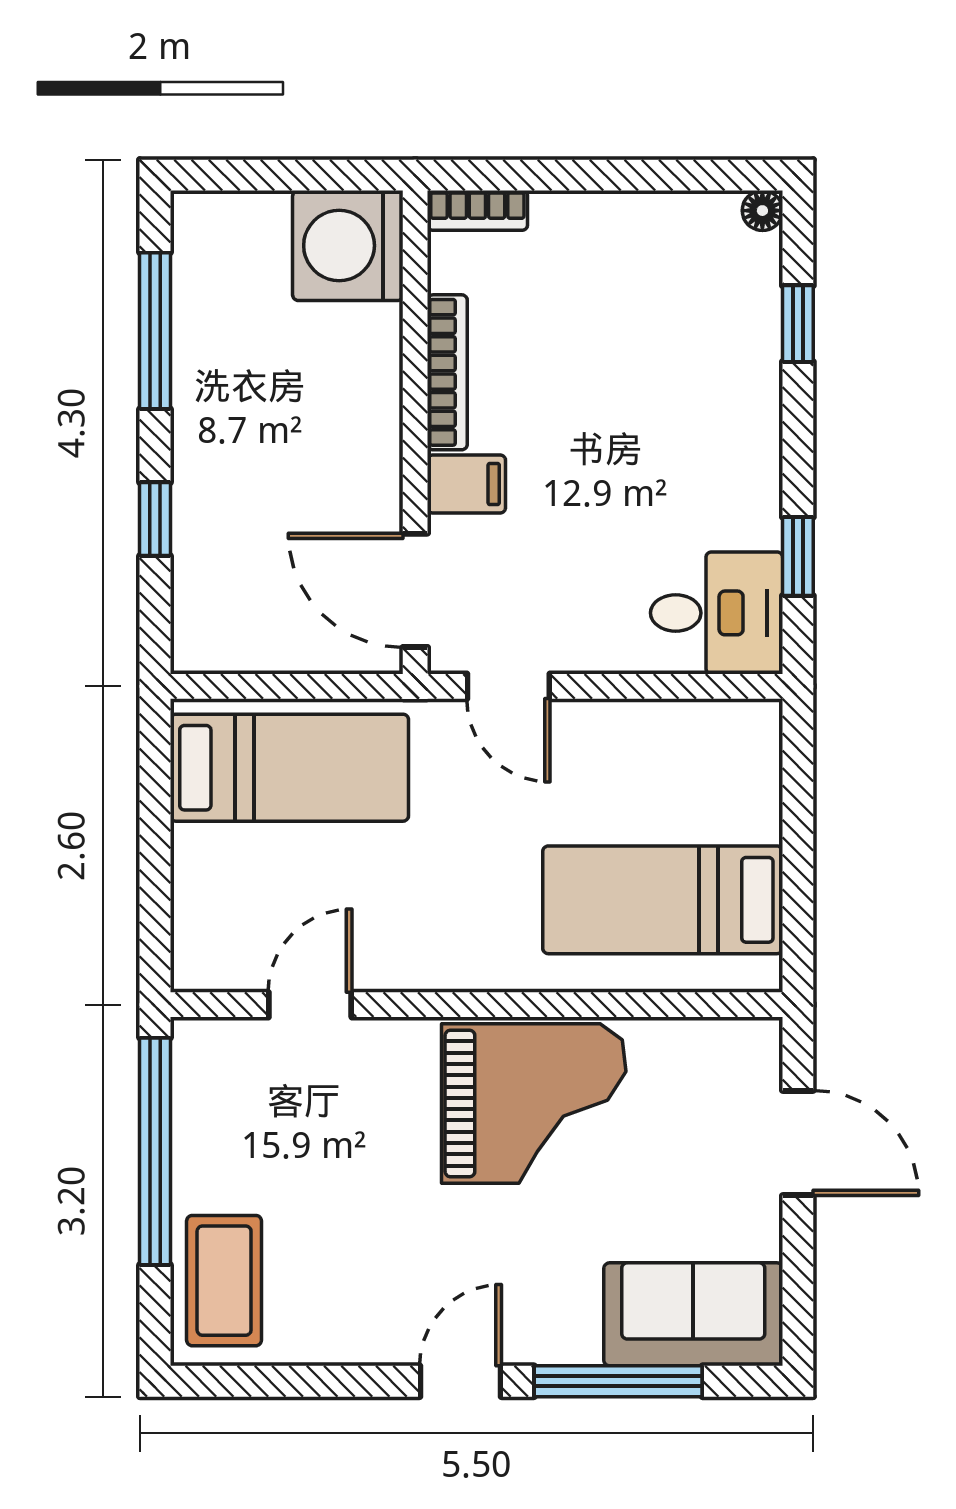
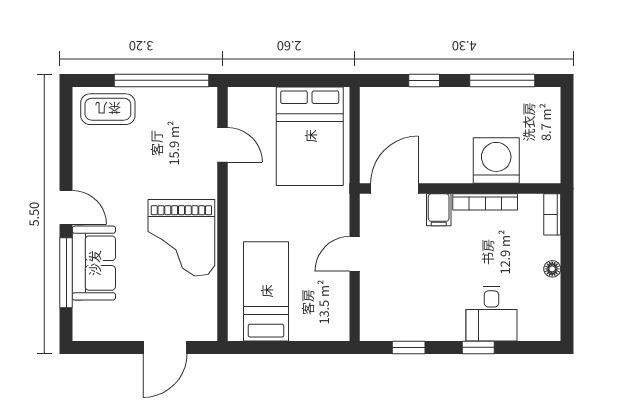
floor lamp: (762, 211) -> (552, 269), moved
washing machine: (348, 246) -> (496, 161), moved
window: (798, 324) -> (478, 347), moved
desk: (717, 613) -> (491, 314), moved
door: (508, 686) -> (355, 254), moved
bed: (289, 768) -> (310, 136), width x1.50
sofa: (693, 1314) -> (94, 263), moved

